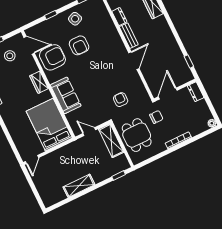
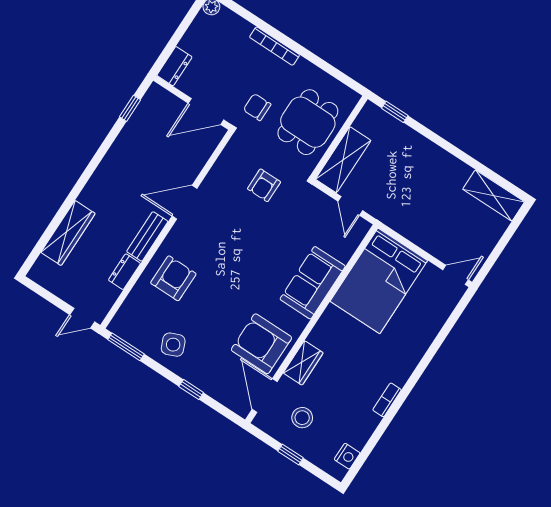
armchair: (79, 45) -> (173, 278), moved
wardrobe: (39, 82) -> (303, 363), moved
shelving: (79, 186) -> (494, 195), moved

